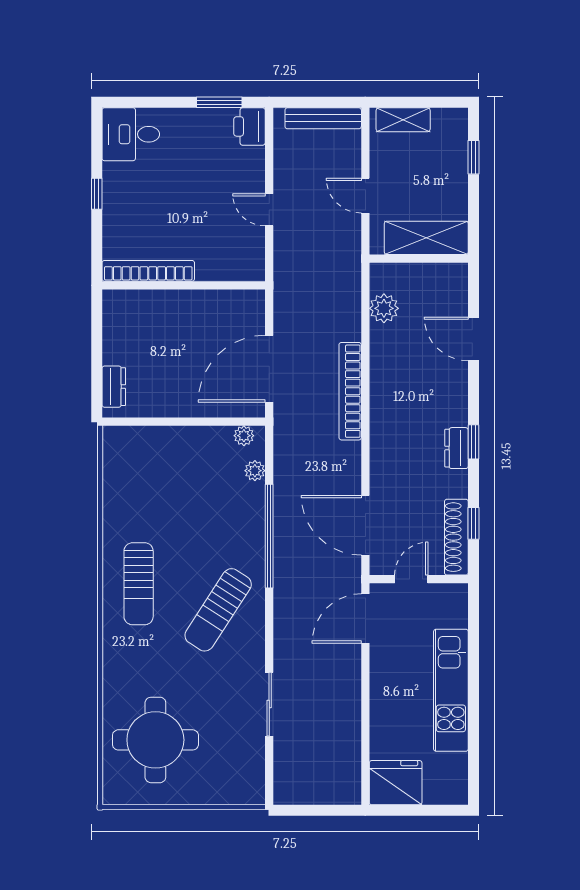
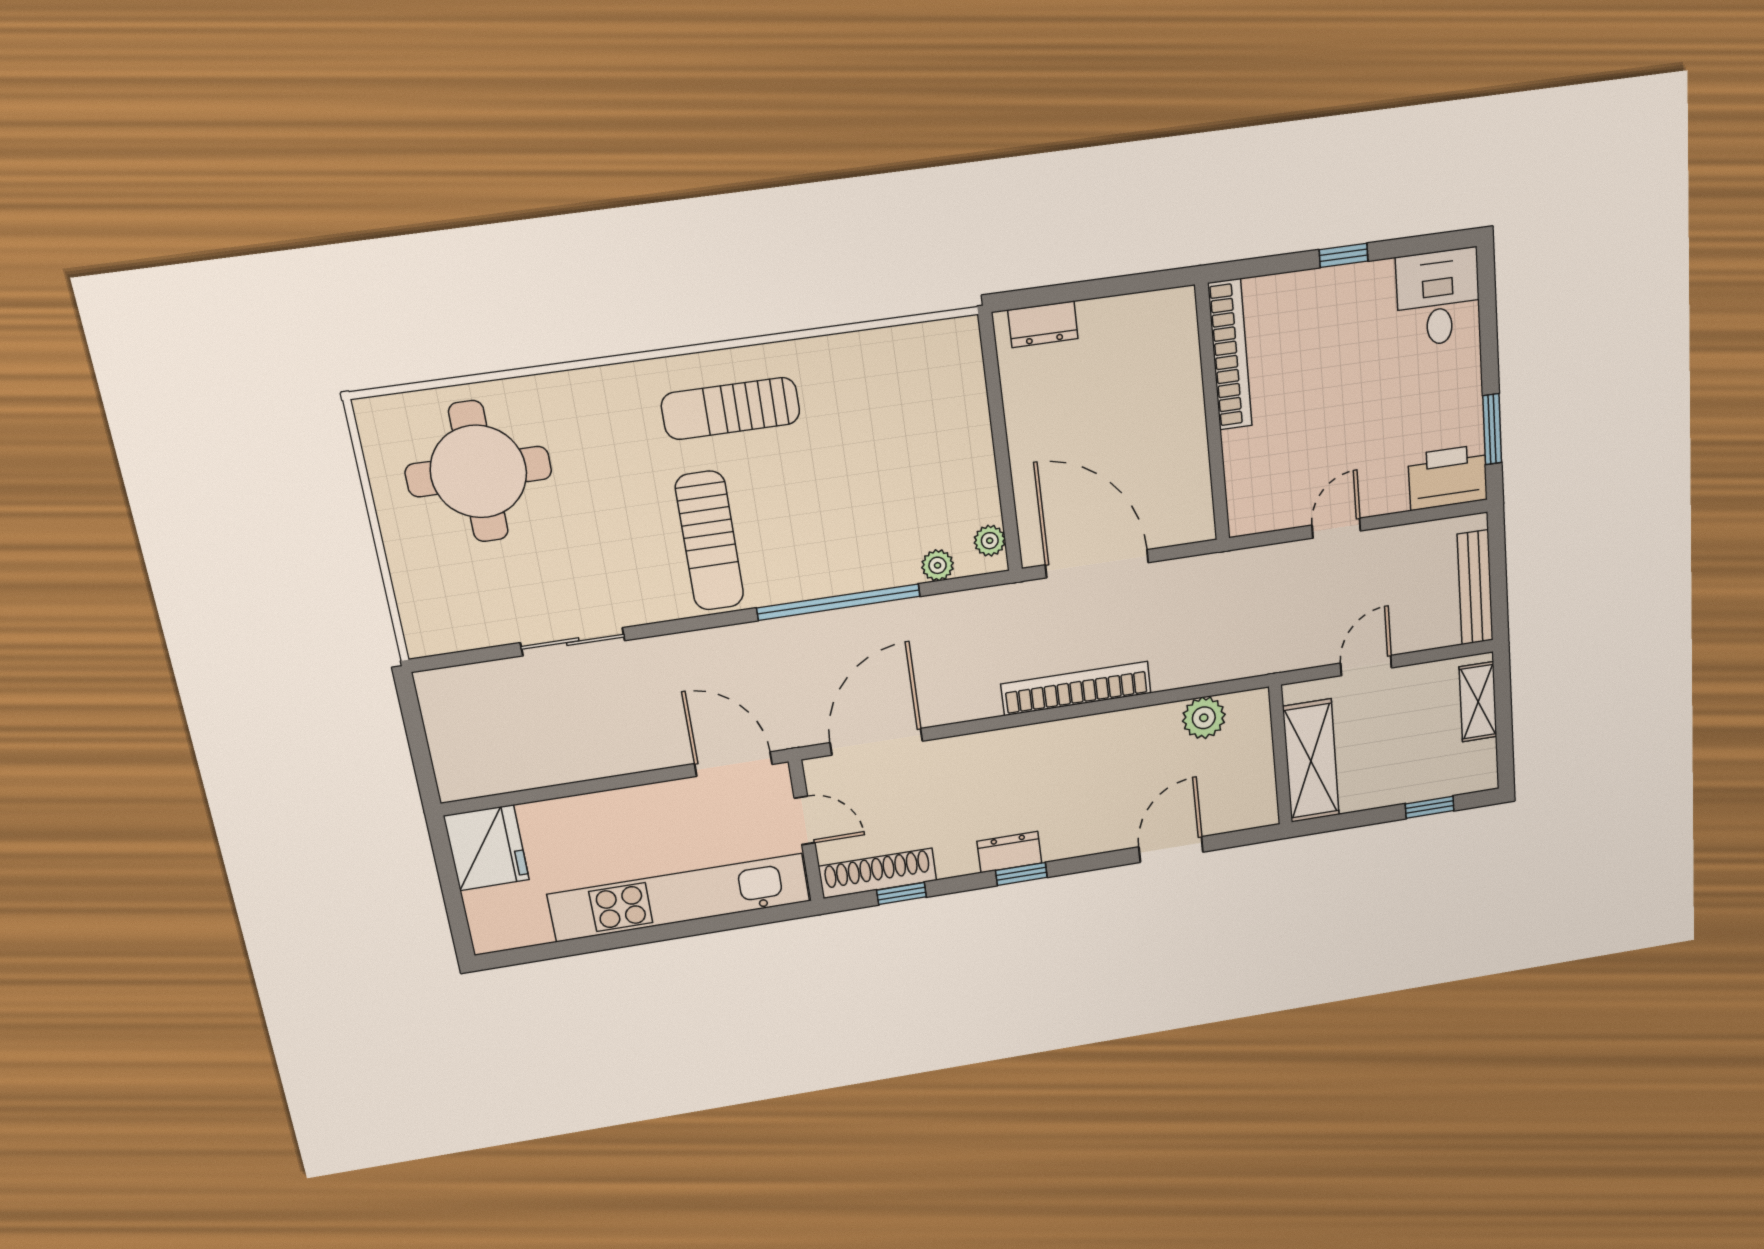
printer: (250, 126) -> (1448, 477), width x1.37, depth x1.19
sun lounger: (218, 610) -> (709, 541), turned -123
kitchen unit: (451, 690) -> (679, 898), width x1.36

